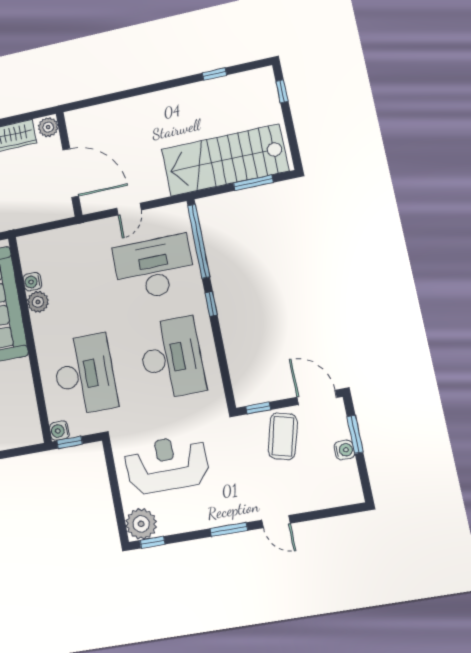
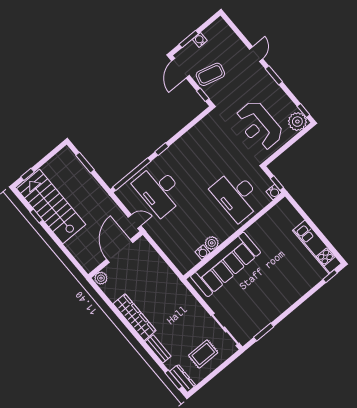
plant: (48, 127) -> (101, 278), moved
stairs: (225, 160) -> (51, 207), moved, turned 180
wall: (69, 164) -> (115, 255), moved
door: (71, 173) -> (120, 251), moved
desk: (171, 358) -> (202, 154), removed
desk: (85, 374) -> (236, 195), turned -90

